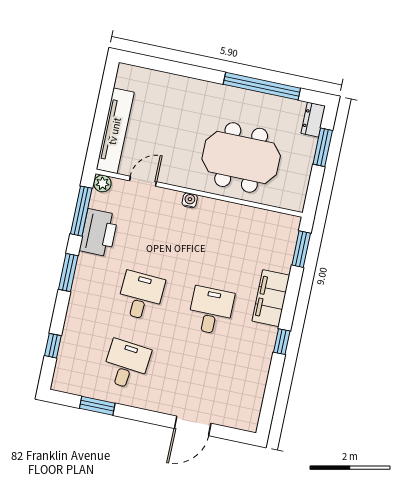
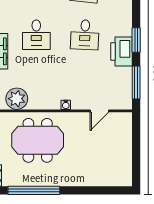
tv unit: (115, 131) -> (125, 140), removed
plant: (102, 183) -> (17, 99), moved, width x1.87, depth x1.87
printer: (99, 233) -> (121, 51), moved

